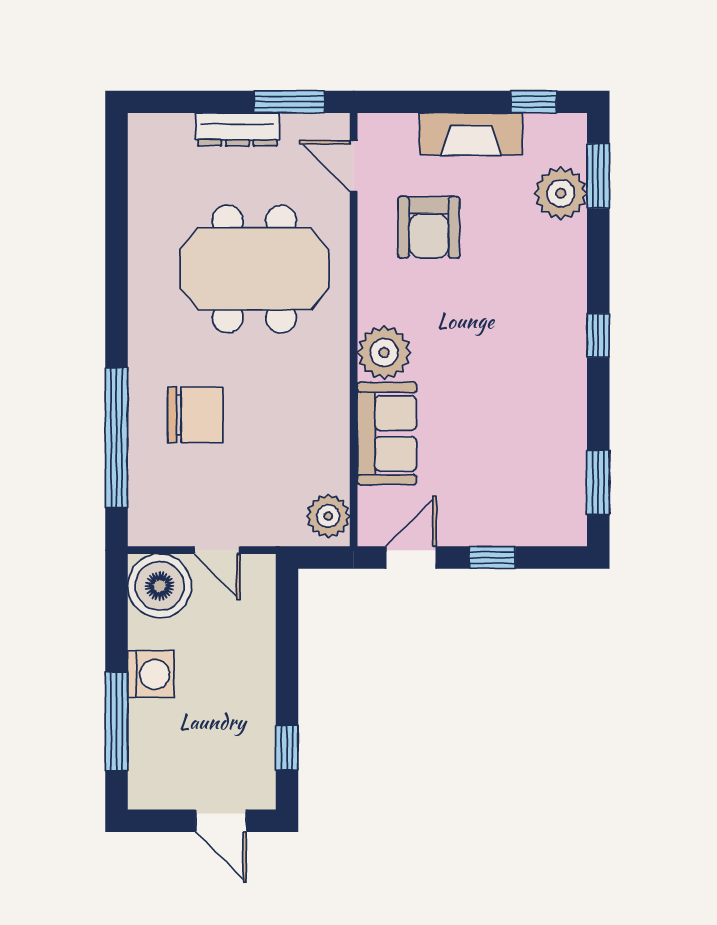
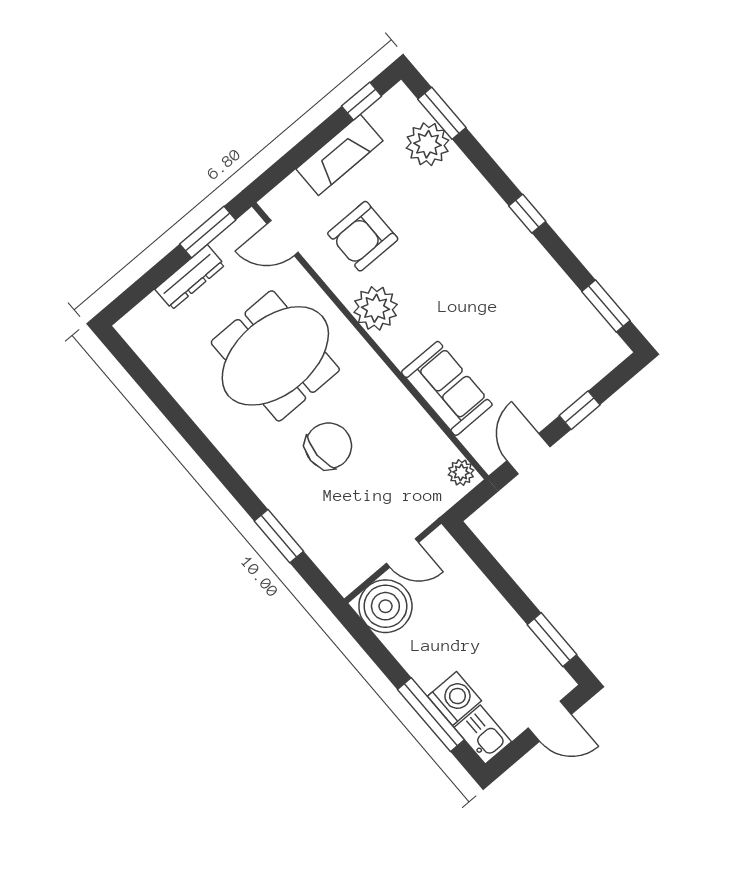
armchair: (429, 227) -> (363, 236), turned 90
plant: (384, 353) -> (376, 308), moved
chair: (195, 415) -> (328, 446), moved
window: (116, 438) -> (279, 536), width x0.47
plant: (328, 516) -> (461, 472), width x0.73, depth x0.73
washing machine: (151, 674) -> (455, 699), moved
window: (287, 747) -> (552, 640), width x1.50
kitchen sink: (149, 780) -> (483, 735), added

